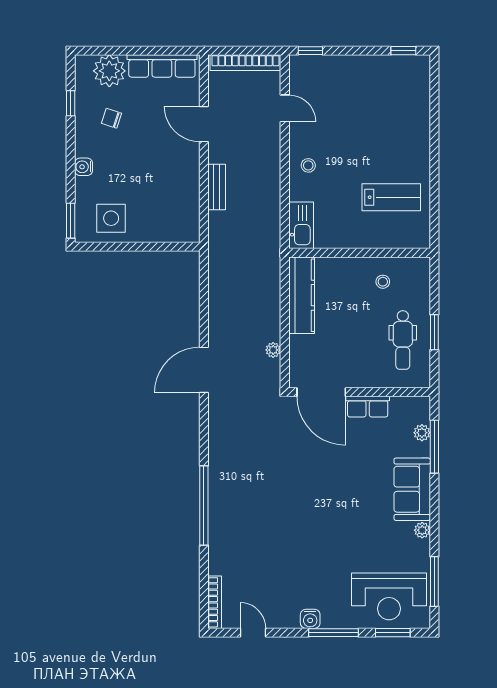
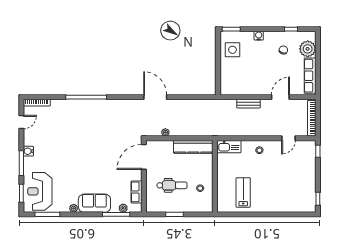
lab bench: (391, 197) -> (243, 193), turned 180
dental chair: (403, 340) -> (172, 185), moved, turned 180
row of seats: (368, 407) -> (137, 192), moved

